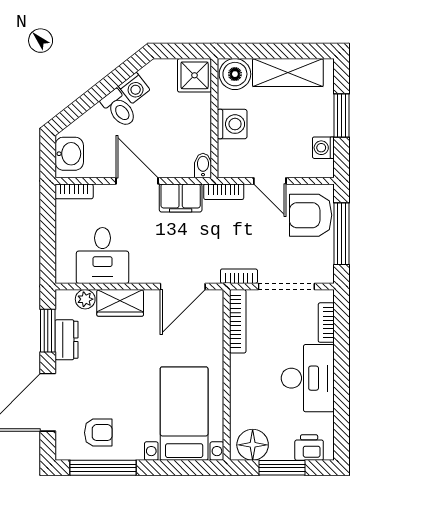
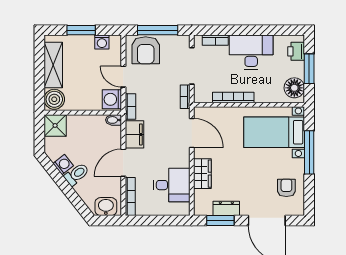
washing machine: (232, 124) -> (112, 99), moved, turned -90
door: (270, 181) -> (123, 77), swing flipped
bookcase: (74, 191) -> (130, 197), width x1.56
plant: (85, 299) -> (200, 196), removed
bookcase: (238, 321) -> (233, 97), moved
window: (103, 468) -> (309, 152), moved

